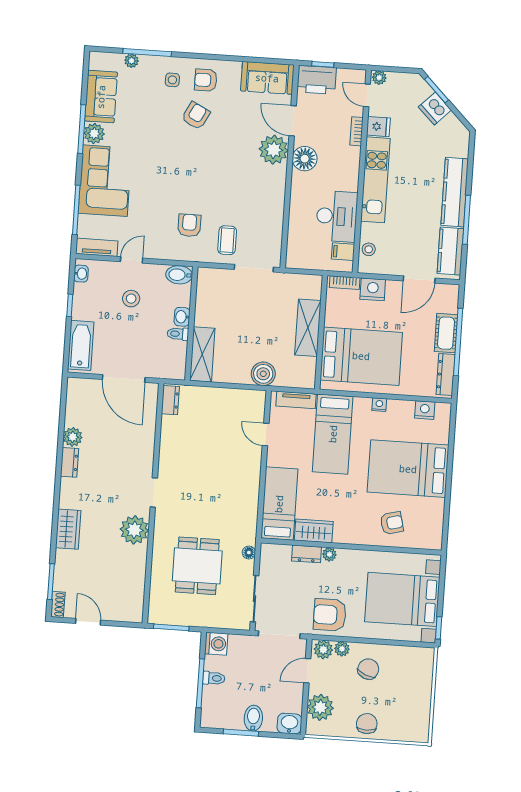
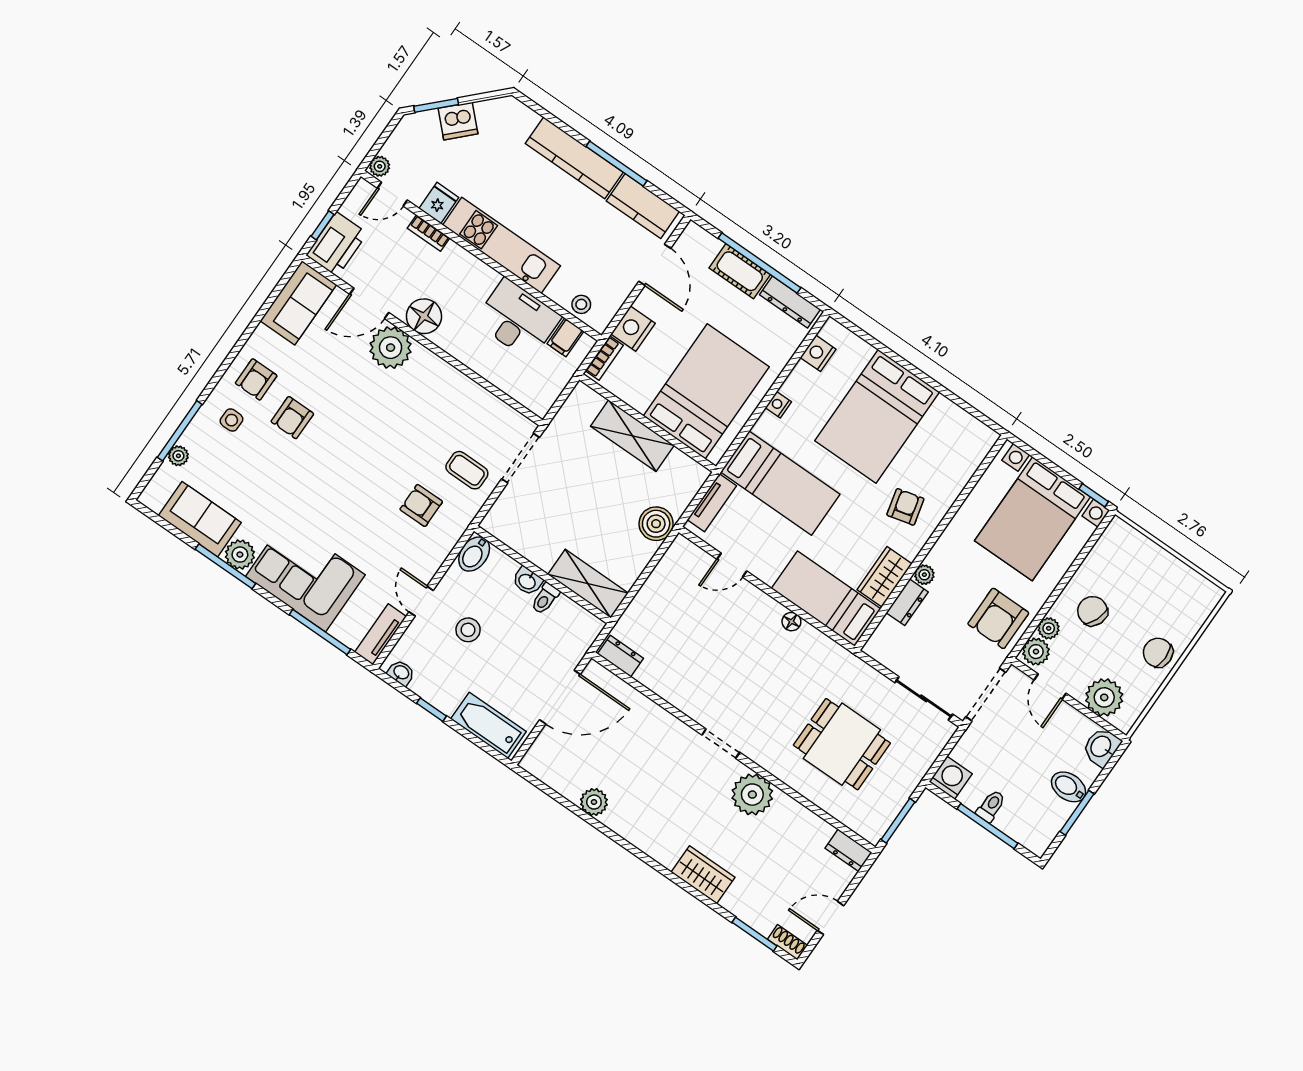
armchair: (196, 116) -> (292, 418), turned -117
dresser: (69, 462) -> (848, 850), moved, turned 180
armchair: (392, 523) -> (905, 507), moved
floor lamp: (249, 553) -> (791, 622), moved

